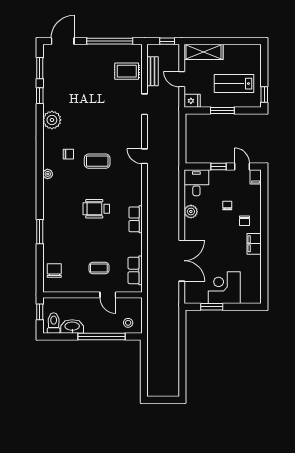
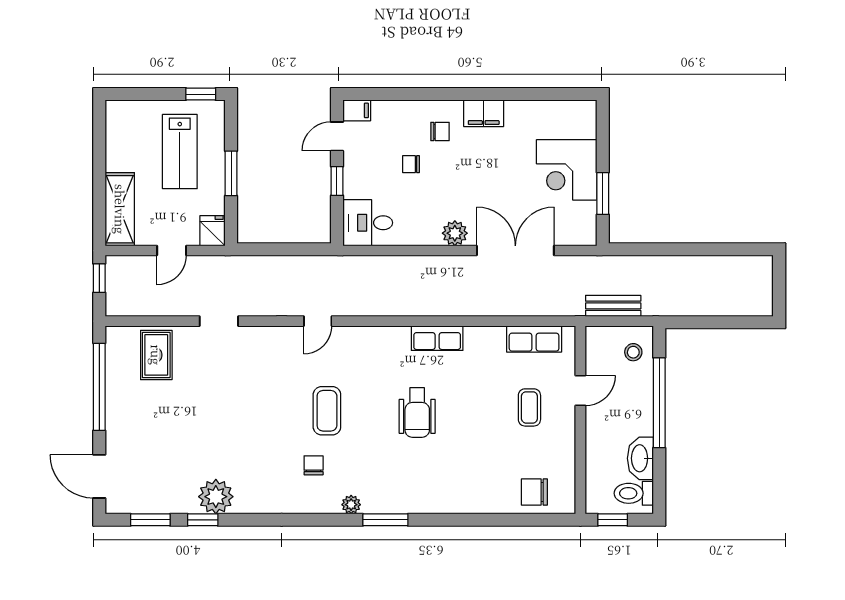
bench: (153, 71) -> (613, 306), moved
plant: (52, 120) -> (216, 497), moved
plant: (191, 212) -> (455, 233), moved
window: (40, 232) -> (385, 520), moved

